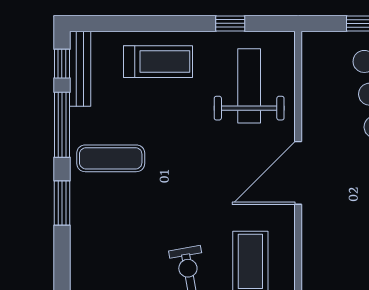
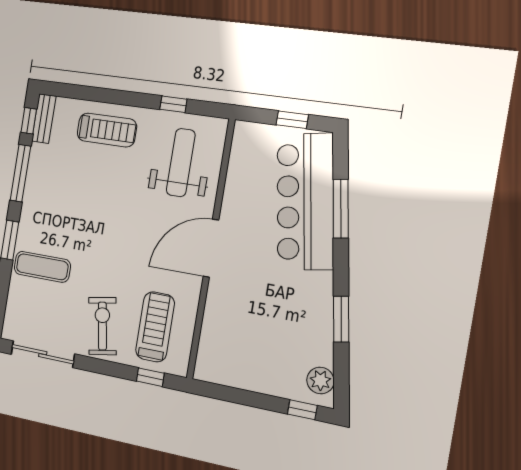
bench: (80, 69) -> (44, 119), width x0.73
exercise mat: (111, 158) -> (42, 267), moved

